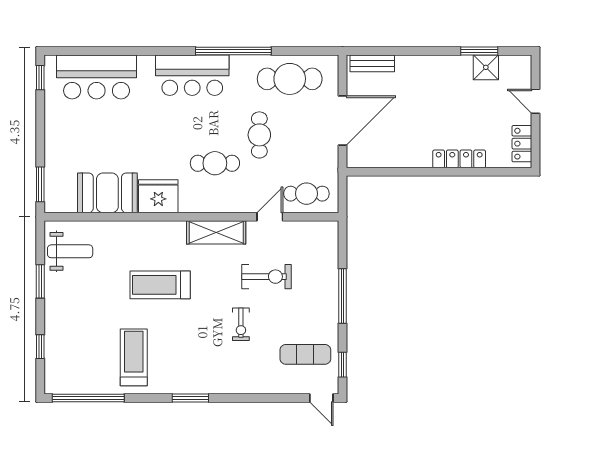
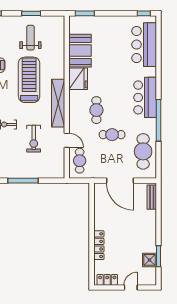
shelving: (216, 232) -> (58, 103), width x1.47
weight bench: (70, 251) -> (30, 38), moved, turned 180
treadmill: (160, 285) -> (29, 80), width x1.37, depth x1.38

